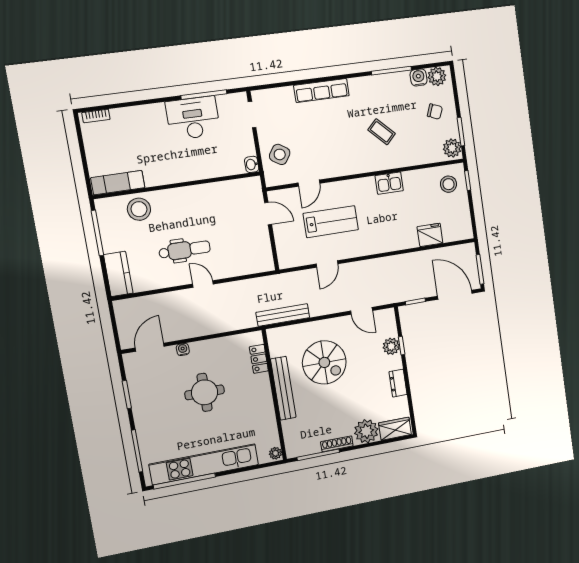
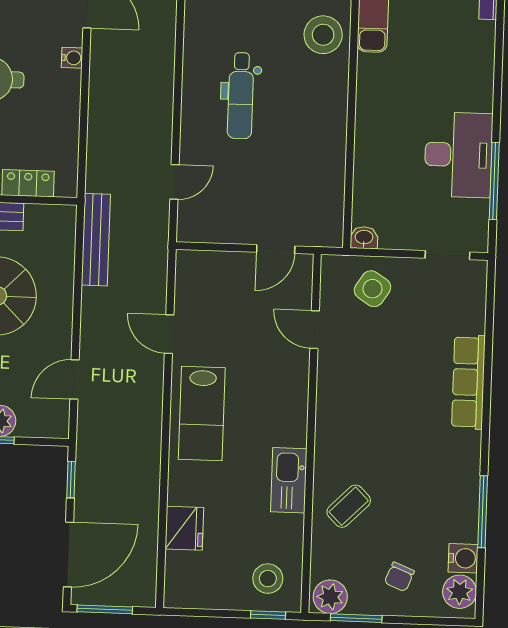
coffee table: (382, 132) -> (349, 506), moved
kitchen sink: (389, 183) -> (289, 480), width x1.38
lab bench: (331, 222) -> (202, 414), moved
door: (203, 284) -> (174, 182), moved

